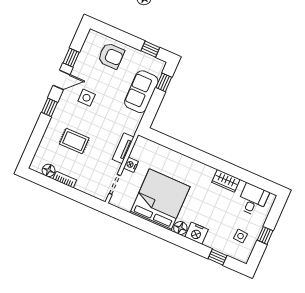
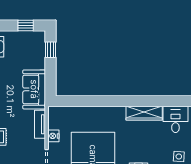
sofa: (141, 92) -> (34, 89), moved
wardrobe: (226, 181) -> (144, 113), width x1.50

